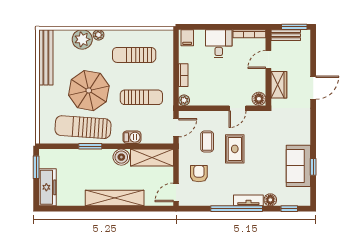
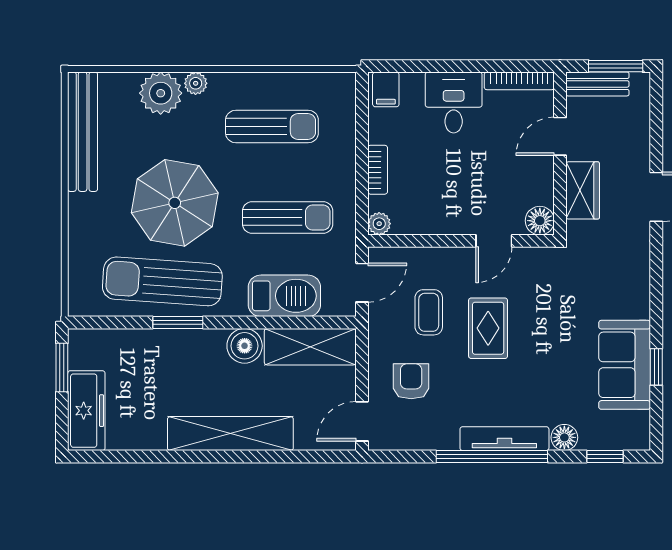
sun lounger: (134, 55) -> (272, 126), turned 180
barbecue: (132, 137) -> (284, 296), width x1.88, depth x1.53
tv unit: (248, 200) -> (504, 439), width x1.41

